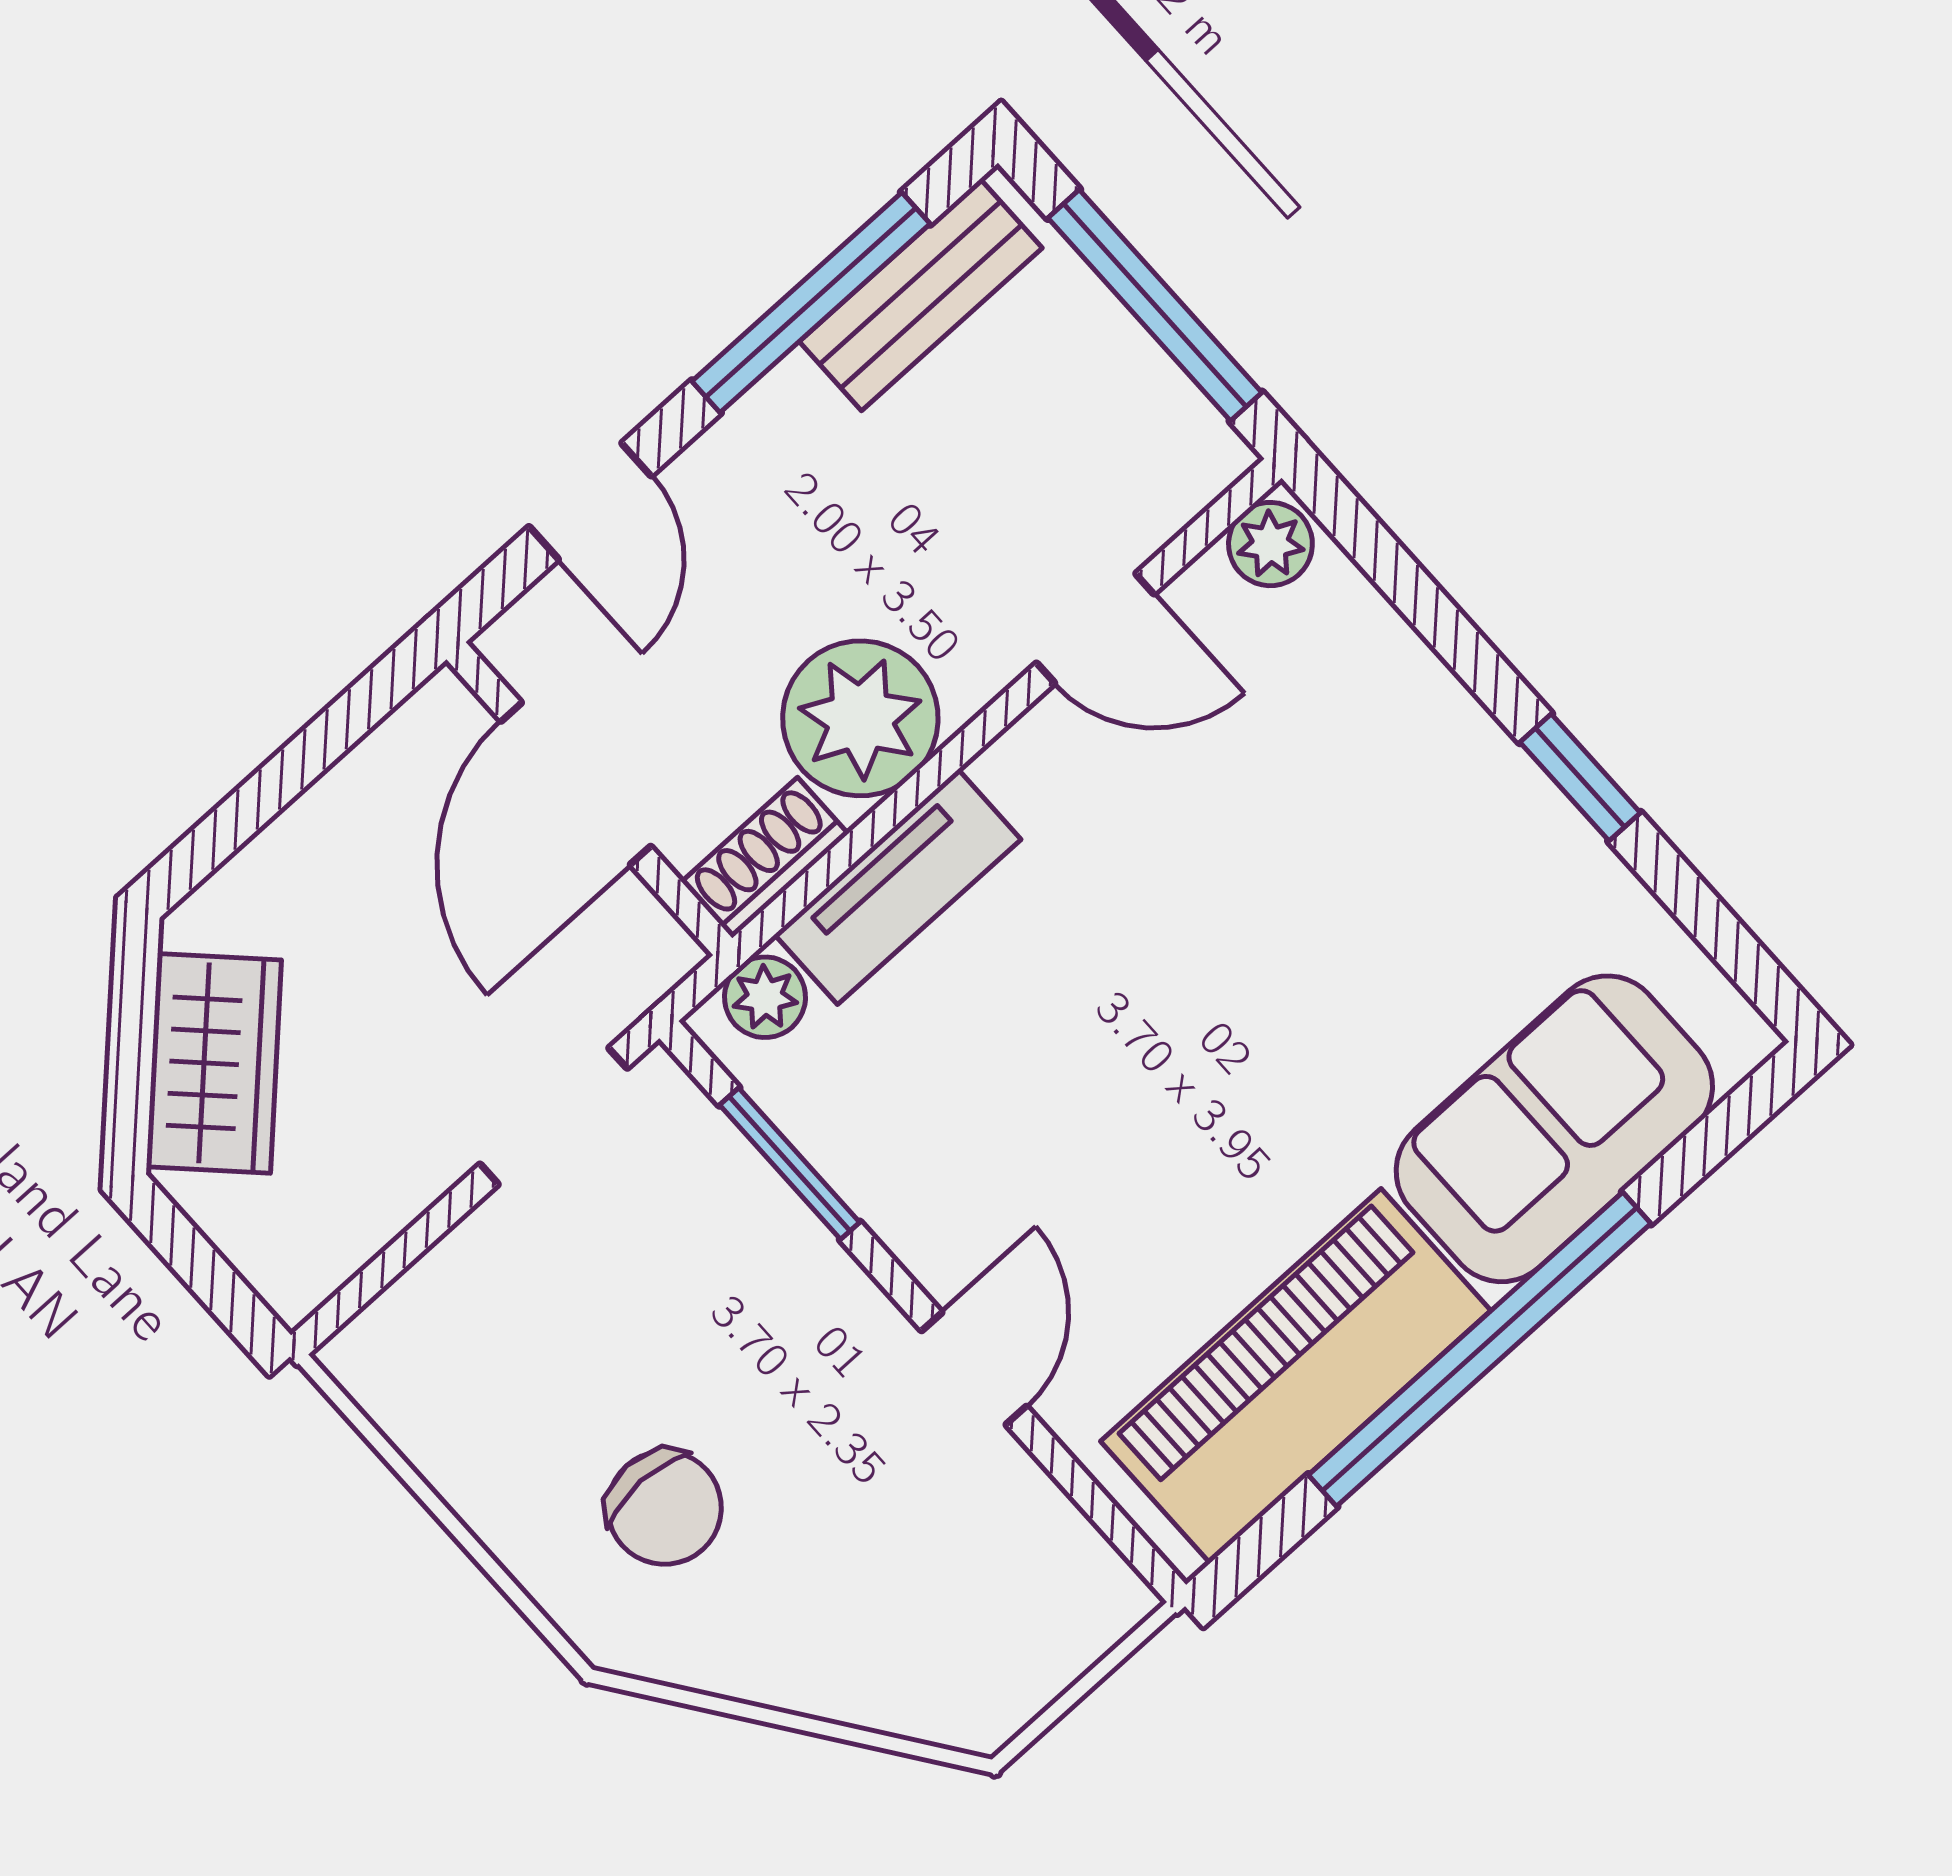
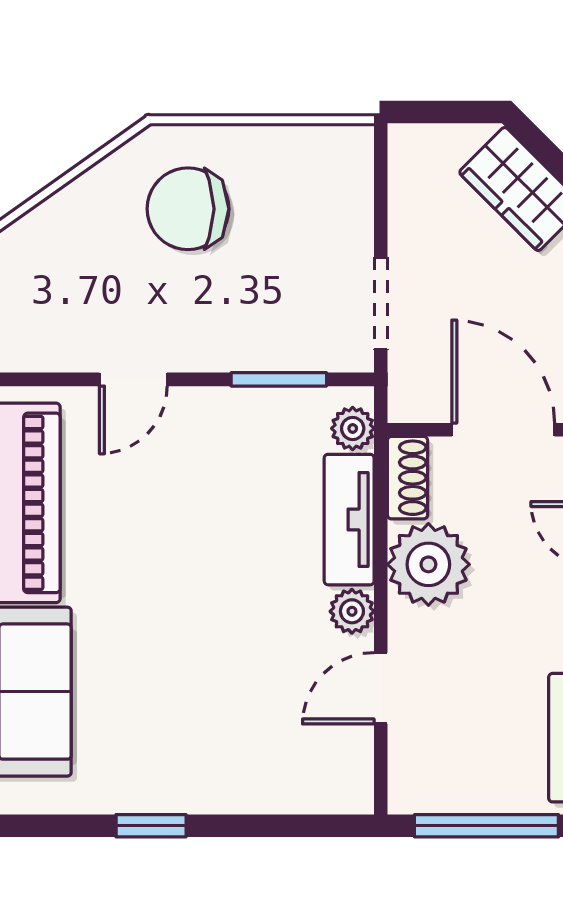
plant: (1270, 544) -> (352, 611), moved
door: (974, 1368) -> (133, 379), hinge flipped
chair: (665, 1508) -> (188, 209), width x1.37, depth x1.37

